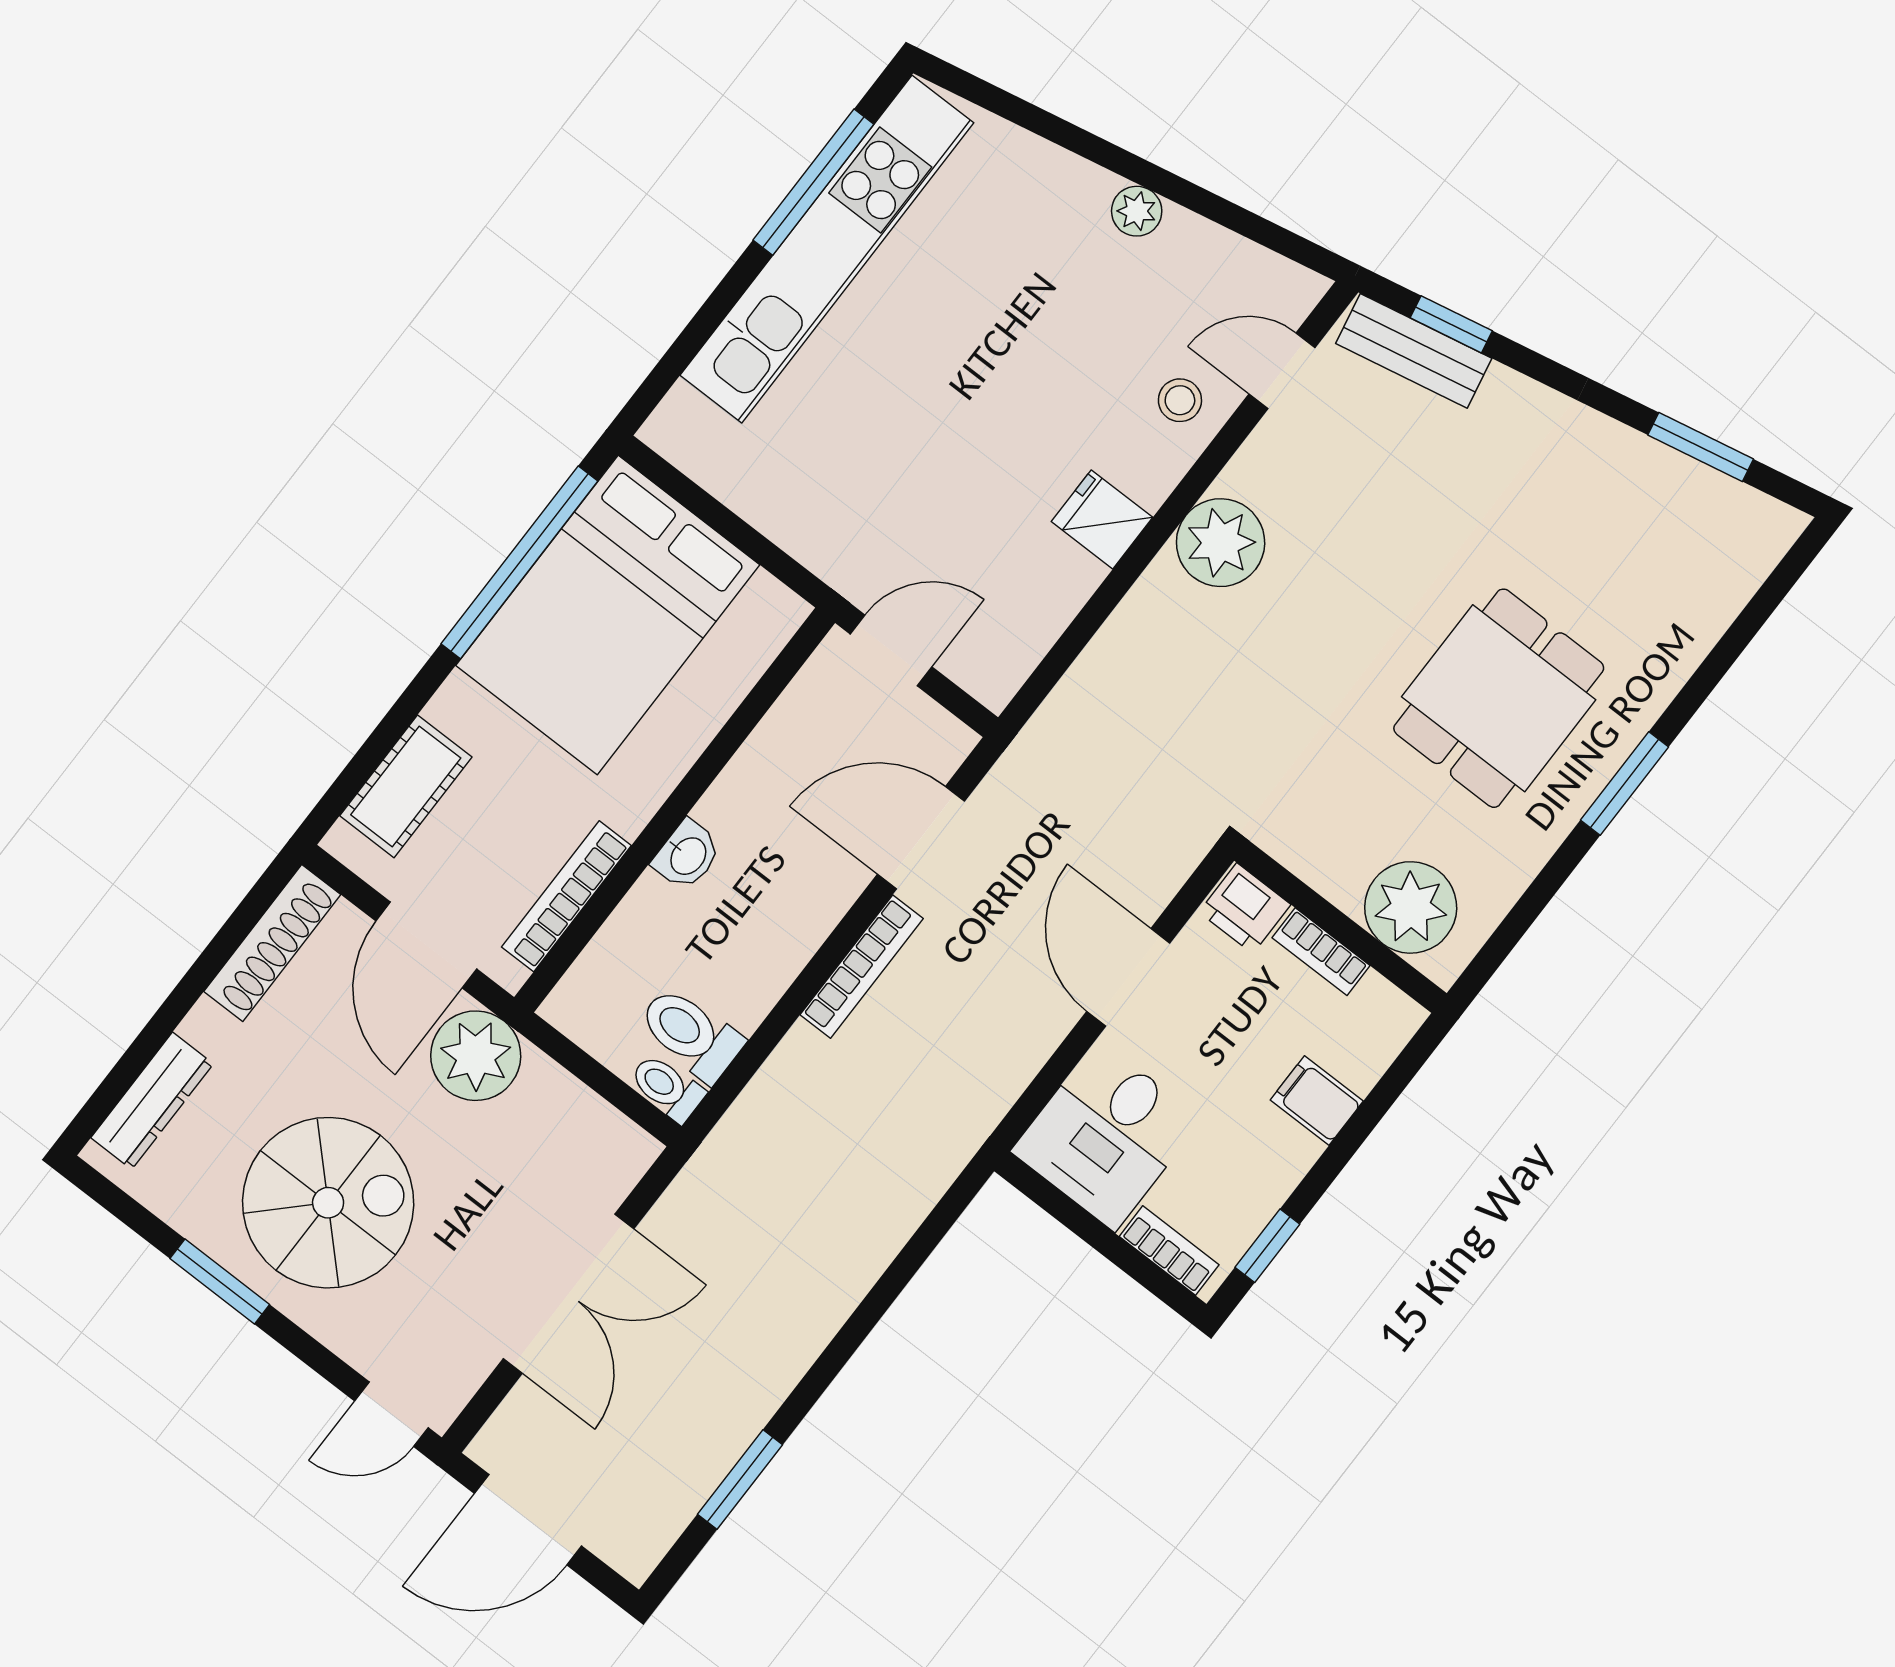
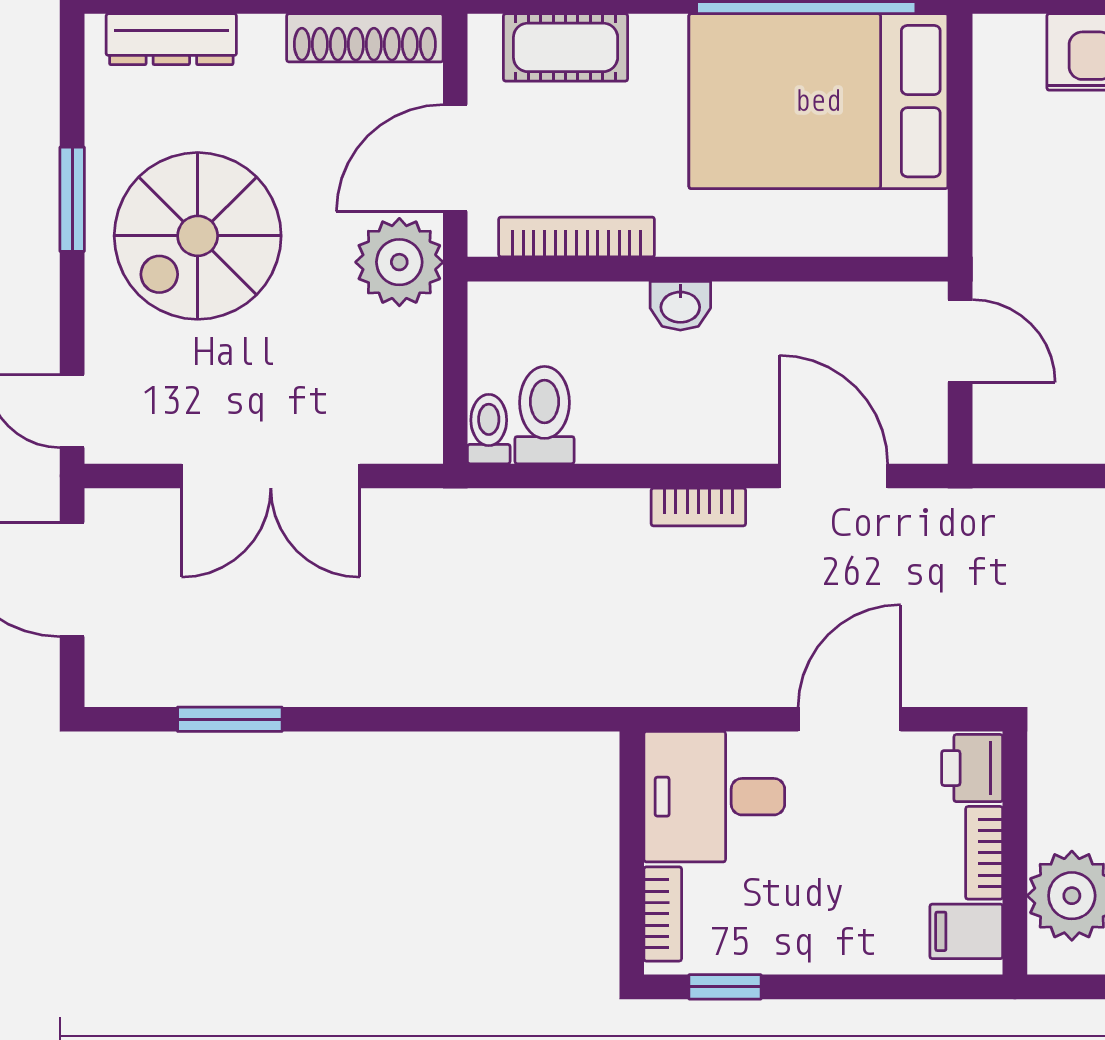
bookcase: (862, 967) -> (698, 507), width x0.64
filing cabinet: (1317, 1100) -> (966, 931), moved, turned -90
spiral stairs: (328, 1203) -> (198, 236), turned 90

